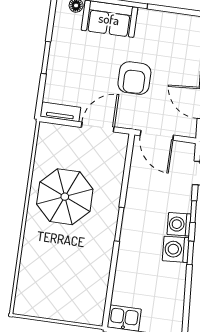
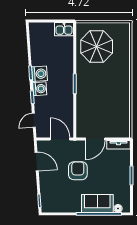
parasol: (65, 197) -> (97, 47), moved

